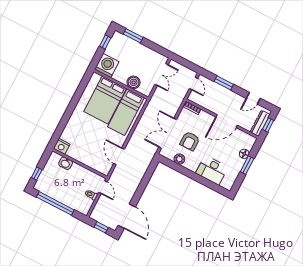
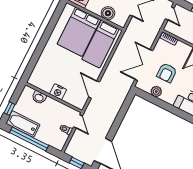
nightstand: (62, 146) -> (58, 92), moved
bathtub: (49, 189) -> (23, 124), added

